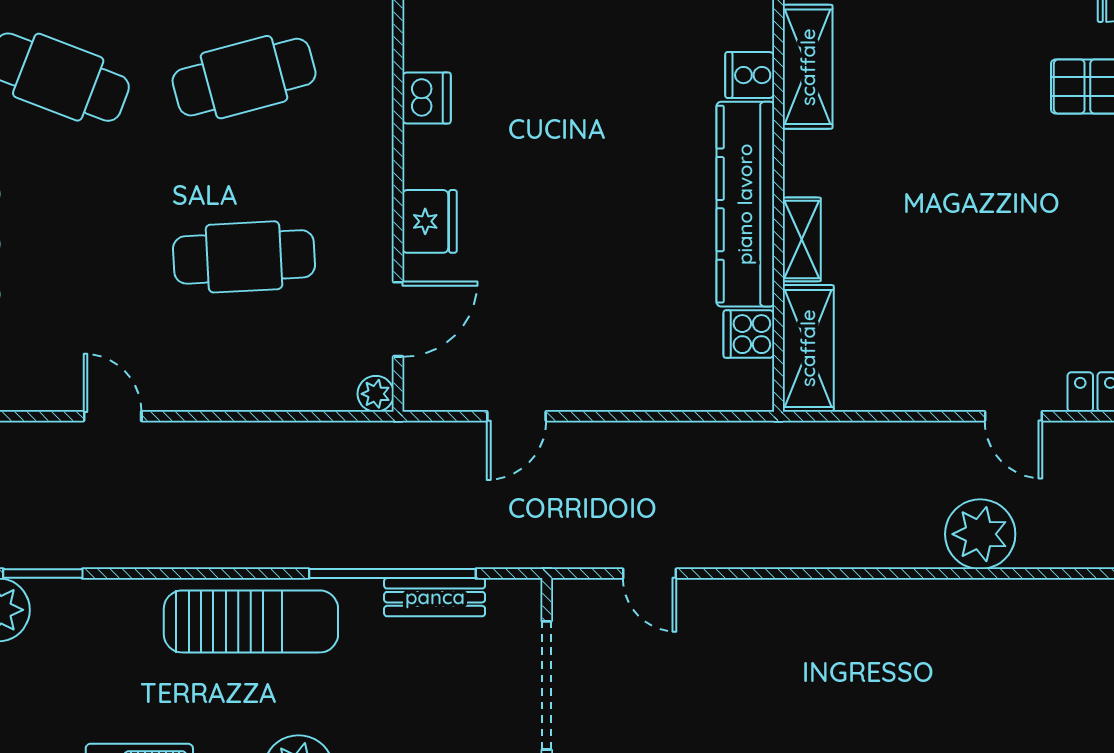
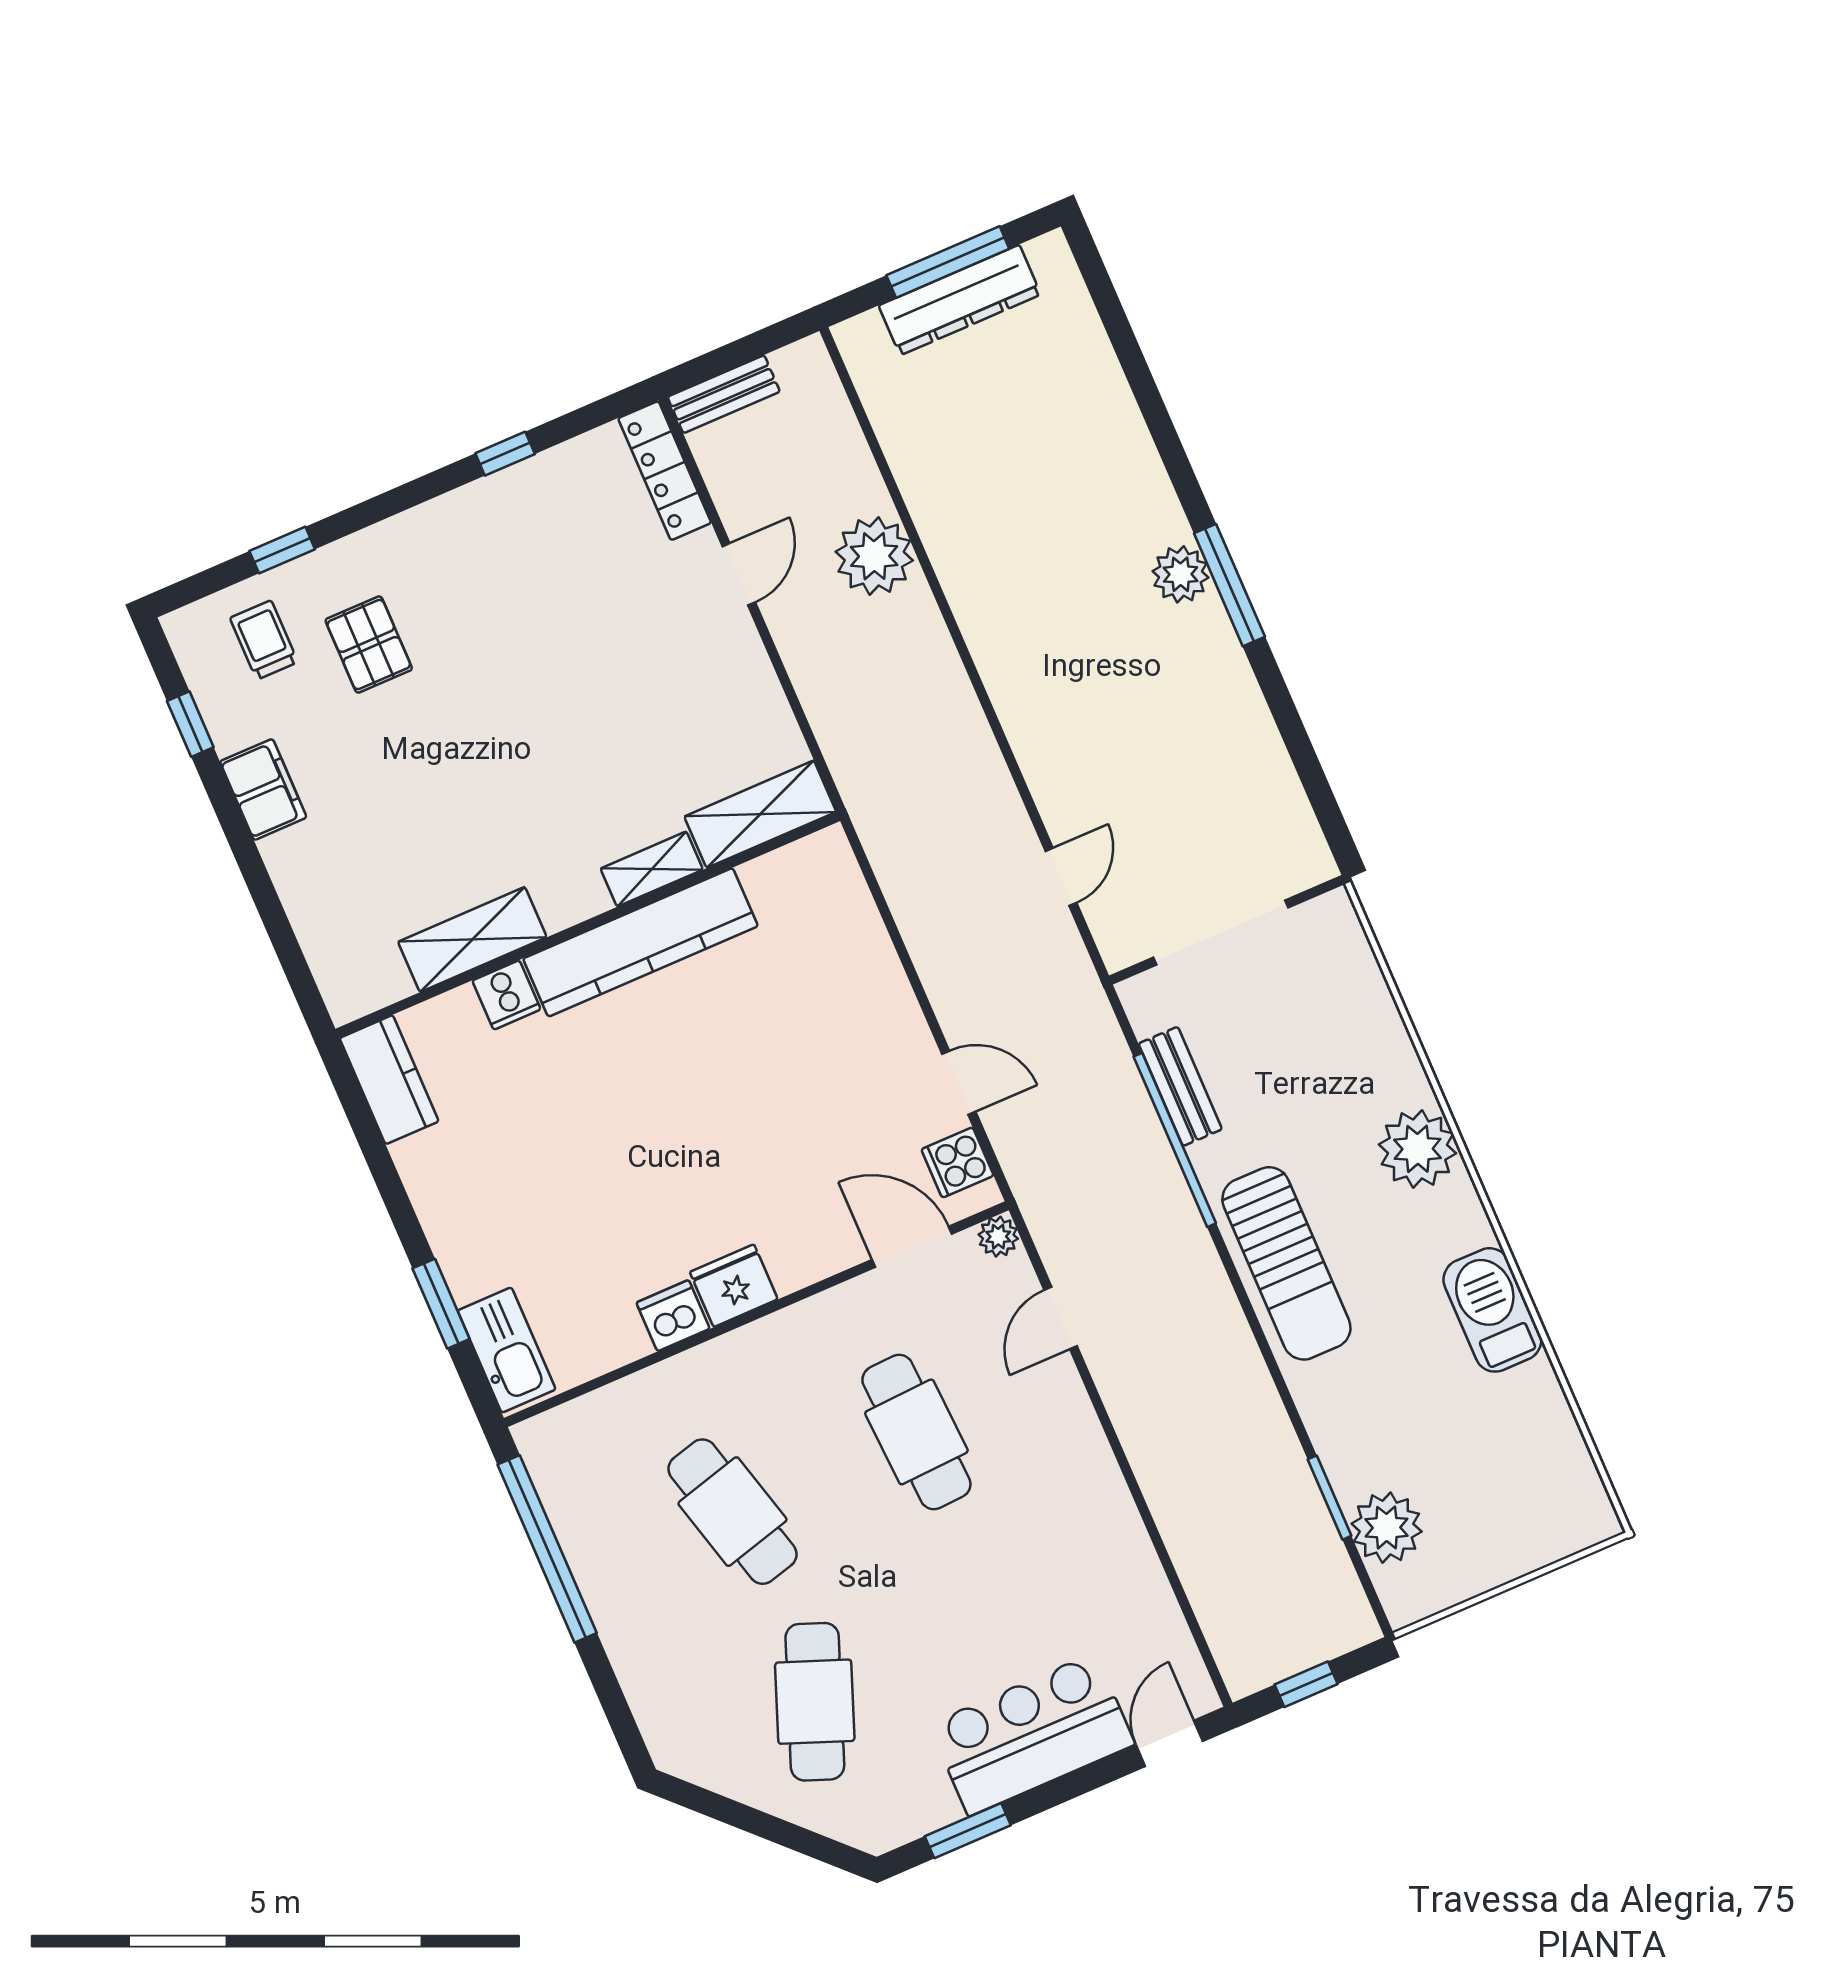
fridge: (430, 221) -> (734, 1286), moved
cooker: (749, 334) -> (957, 1162), moved, turned 90
door: (113, 416) -> (1061, 1318), moved
sun lounger: (251, 621) -> (1286, 1263), turned 180

